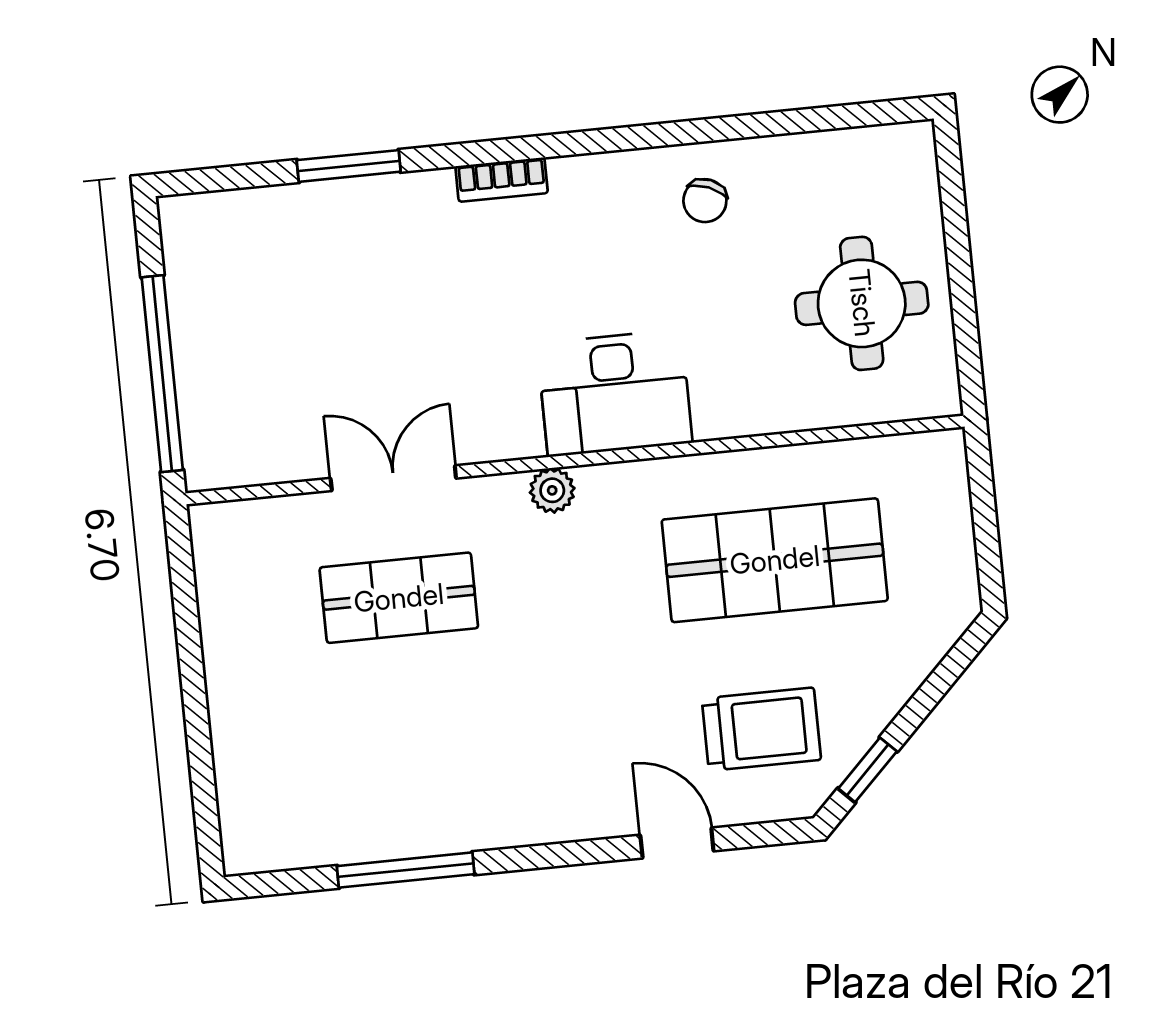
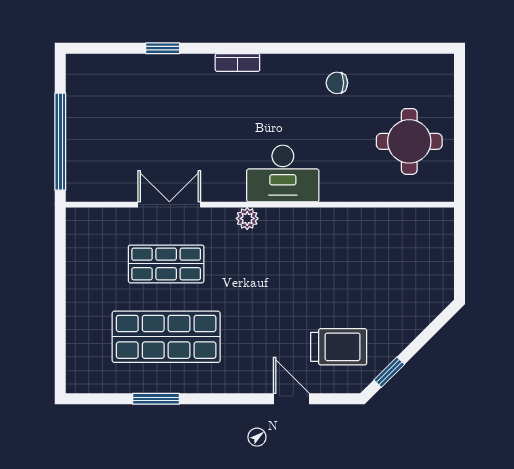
window: (349, 166) -> (163, 48), width x0.67
chair: (705, 201) -> (337, 83), turned 68
shop shelf: (775, 560) -> (166, 337), moved
window: (406, 870) -> (156, 399), width x0.69

